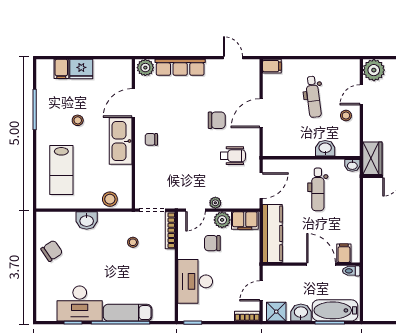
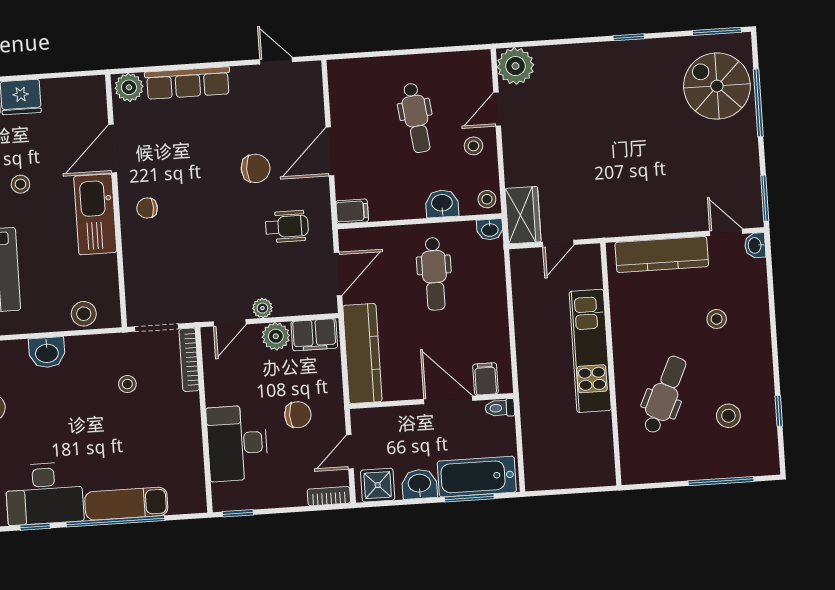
filing cabinet: (272, 66) -> (352, 211), moved
stool: (352, 147) -> (487, 199), added
chair: (212, 243) -> (298, 415), moved, turned 180

